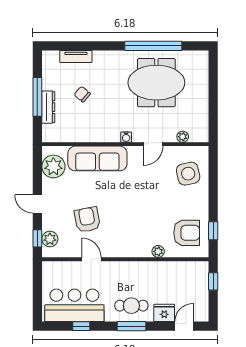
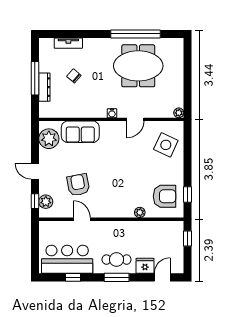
plant: (183, 137) -> (179, 113), moved
sofa: (97, 158) -> (80, 132), width x0.73
side table: (188, 174) -> (166, 145), turned 37

